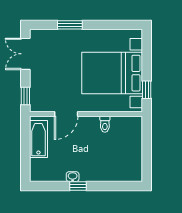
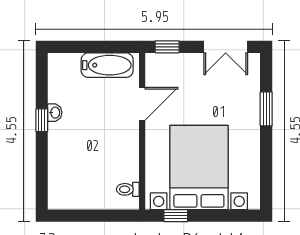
double door: (25, 54) -> (226, 47), swing flipped
door: (66, 114) -> (142, 104), swing flipped
toilet: (105, 124) -> (128, 189), moved

